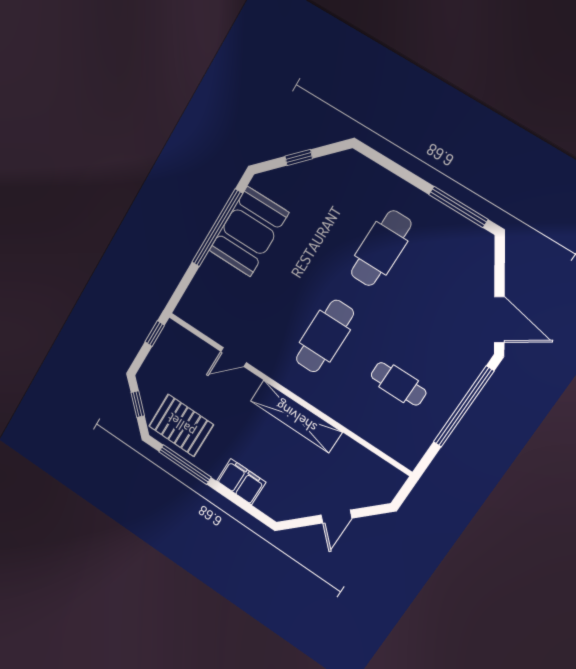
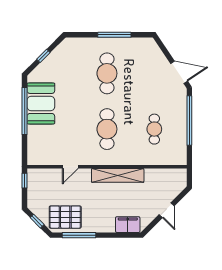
window: (458, 207) -> (114, 35), moved
cafe table: (399, 384) -> (154, 129), turned 90
filing cabinet: (241, 482) -> (128, 225), moved

